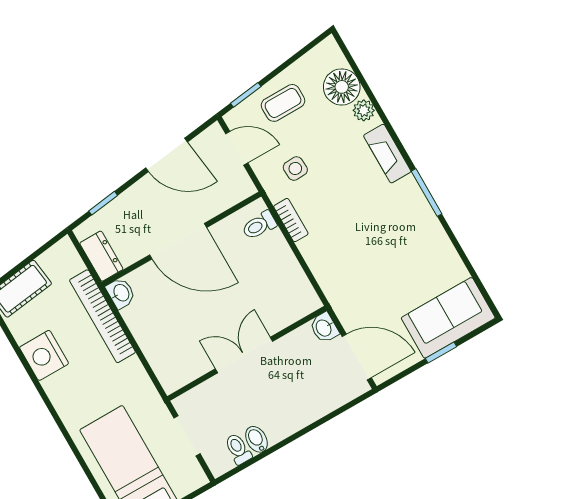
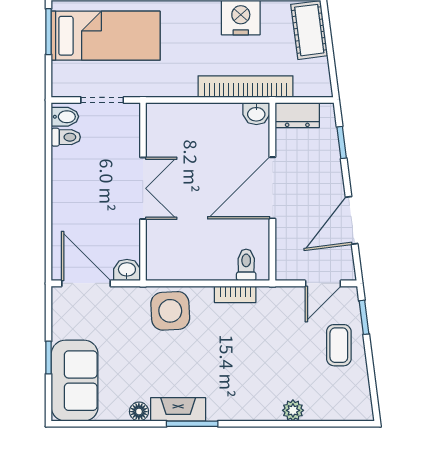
floor lamp: (342, 87) -> (139, 412), moved, width x0.53, depth x0.53
fireplace: (387, 154) -> (178, 409), moved
side table: (295, 169) -> (170, 311), moved, width x1.87, depth x1.87
door: (357, 357) -> (86, 283), swing flipped
bidet: (256, 439) -> (65, 117), moved

